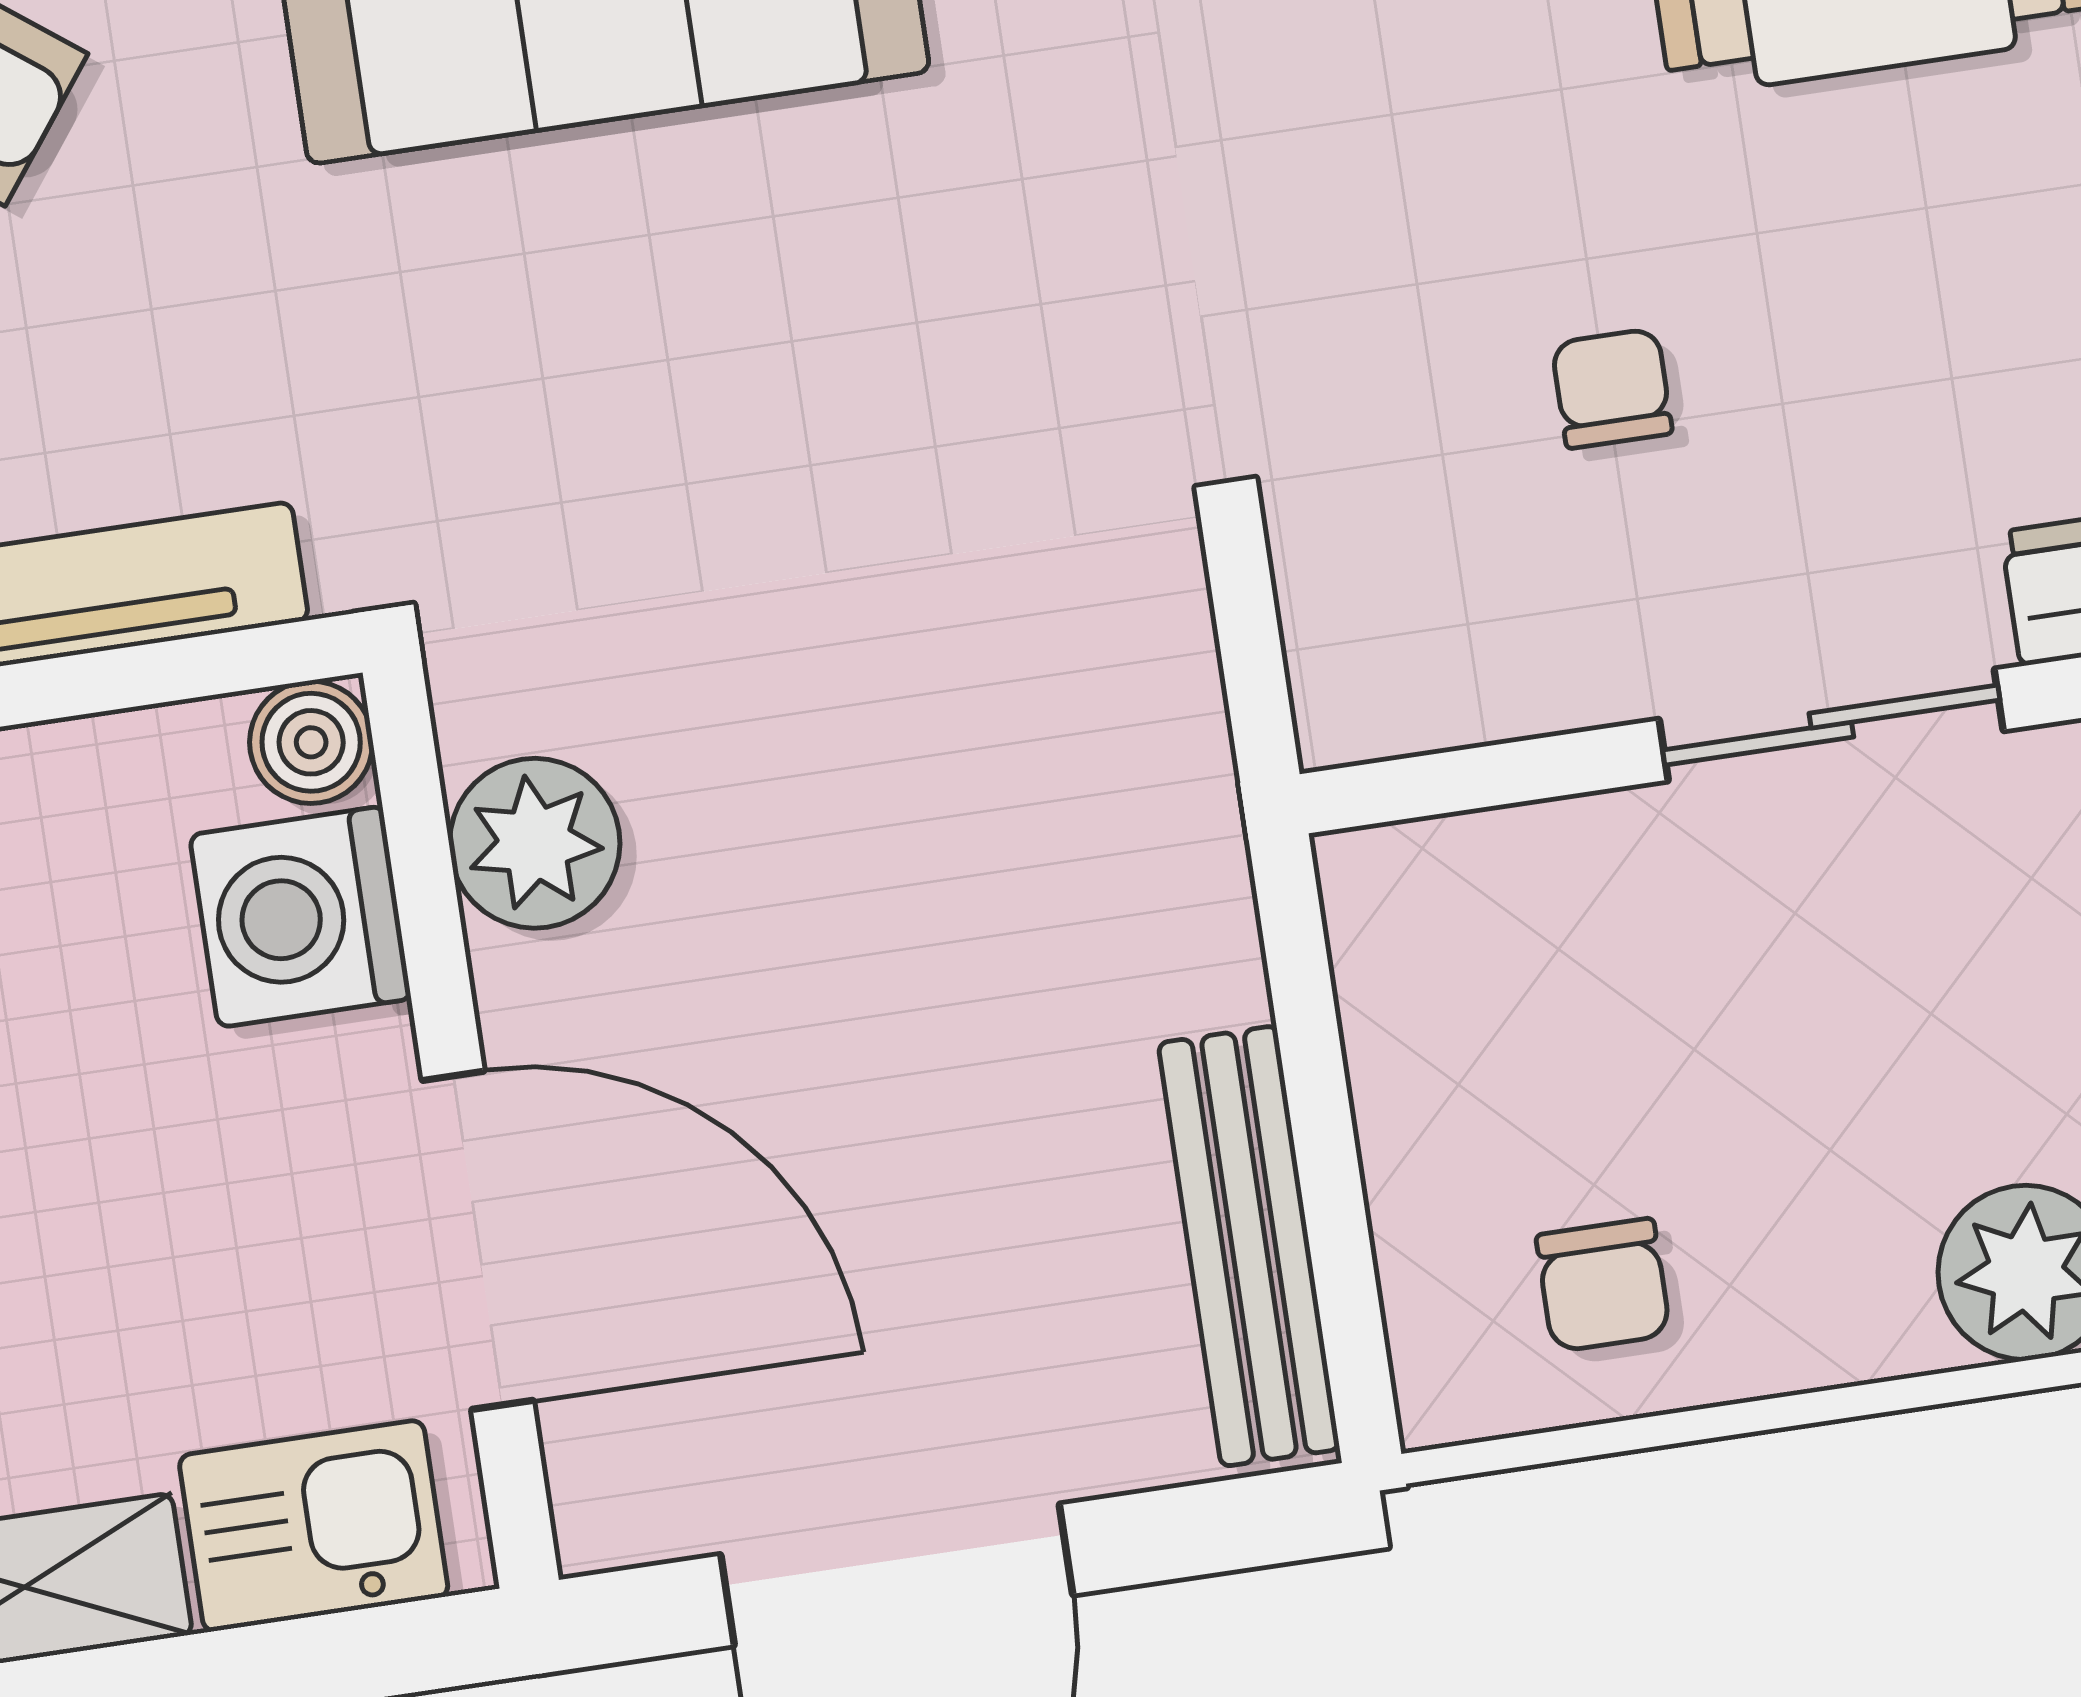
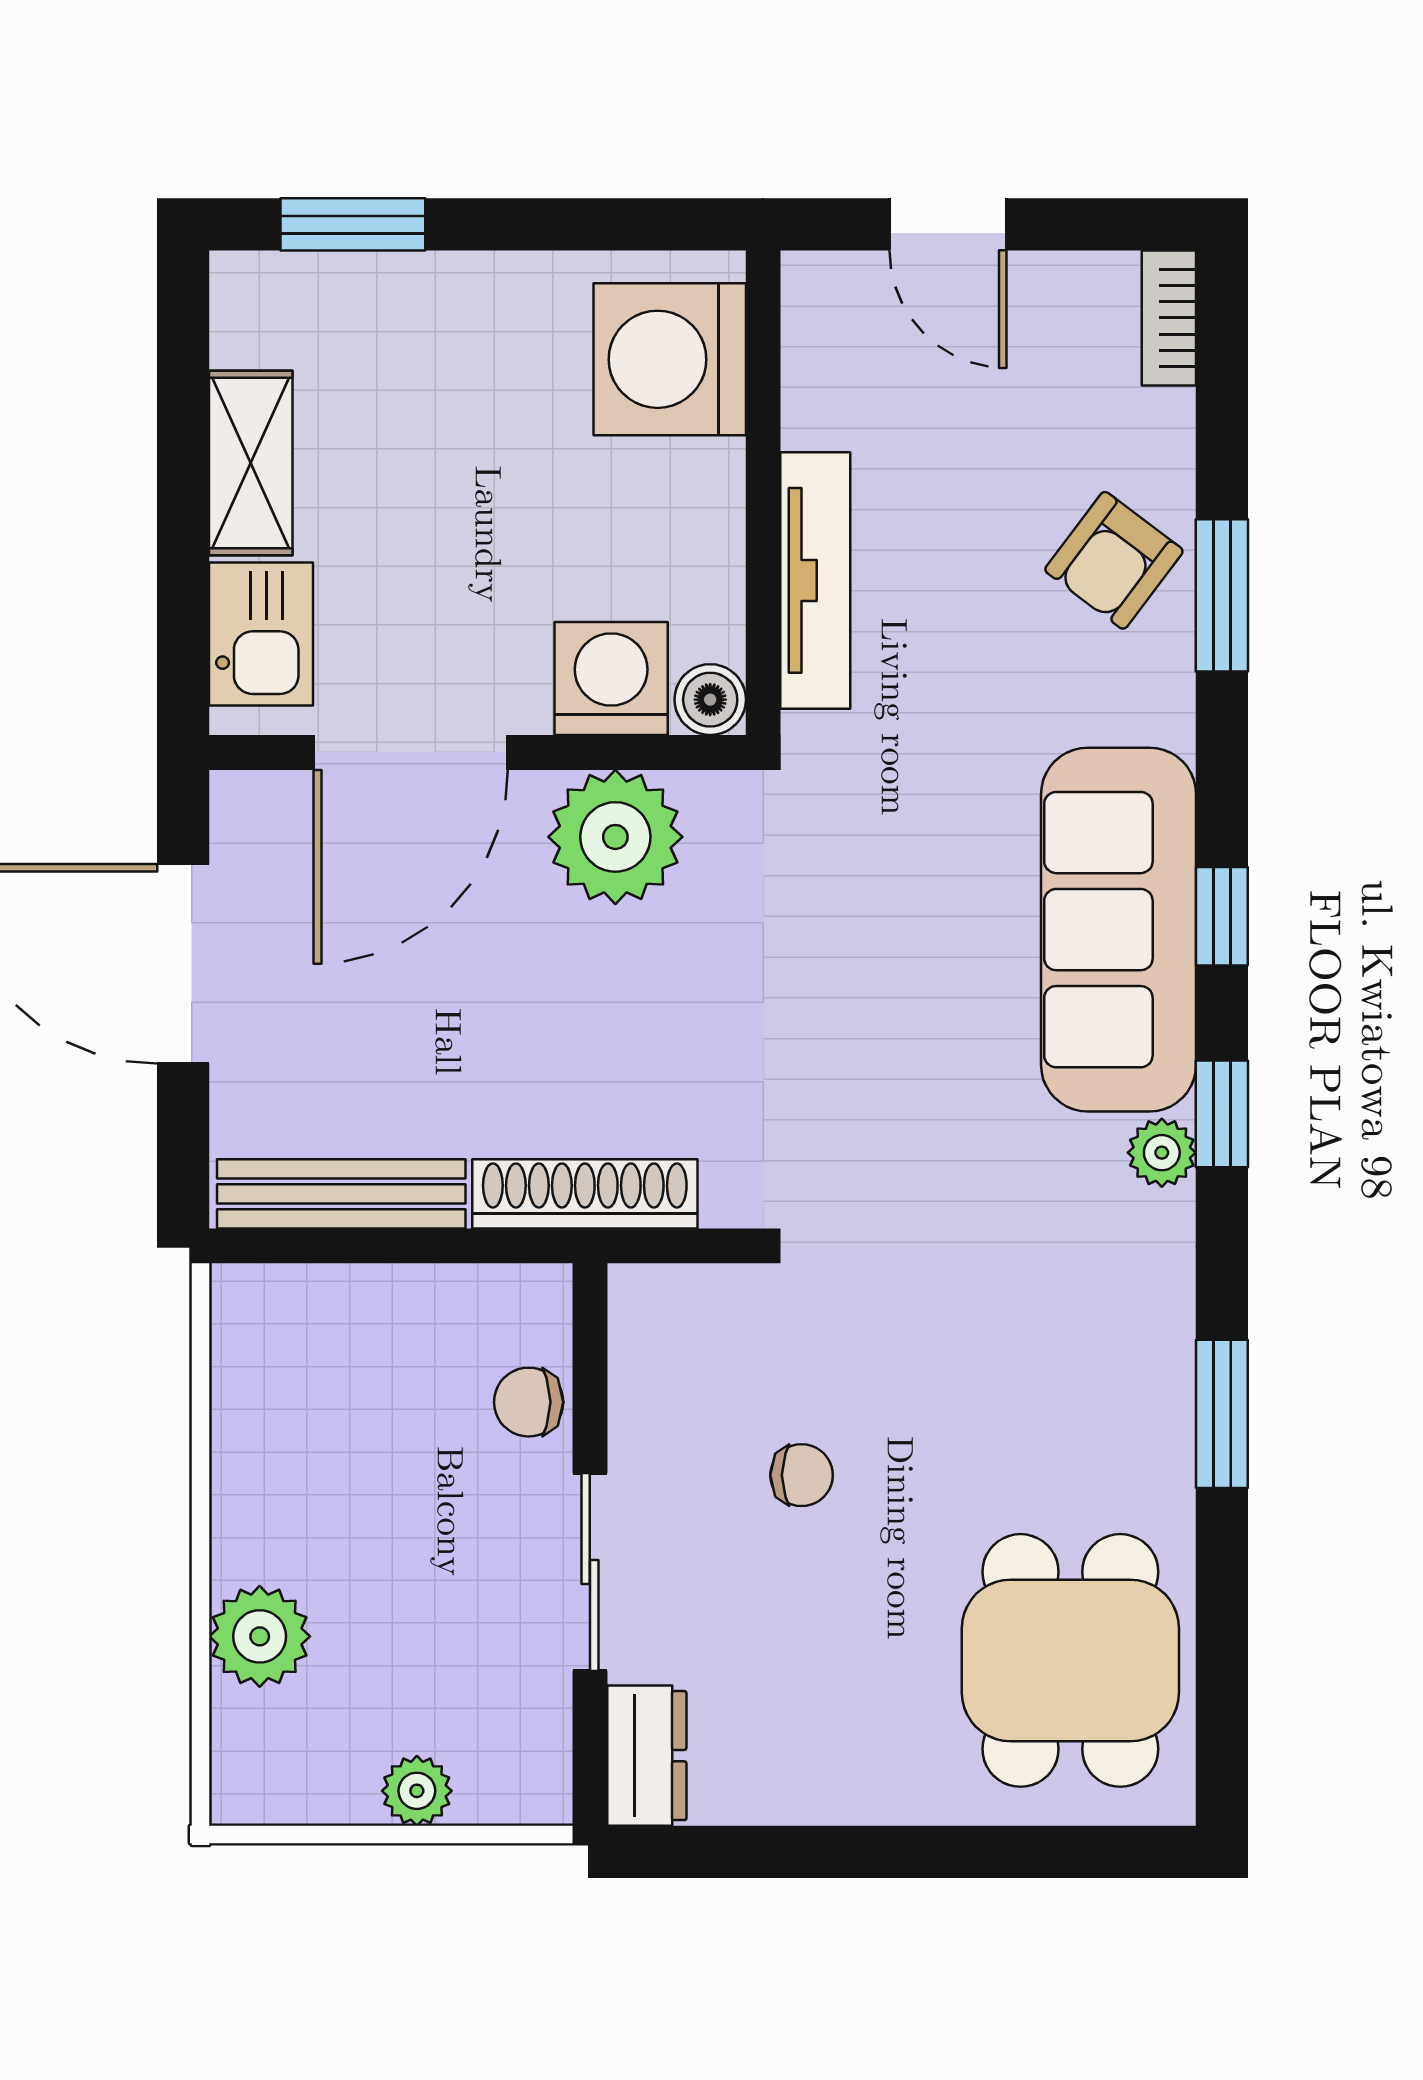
shoe rack: (1187, 830) -> (585, 1194), added
plant: (535, 843) -> (615, 837), width x1.36, depth x1.36
chair: (1603, 1285) -> (529, 1402), moved

